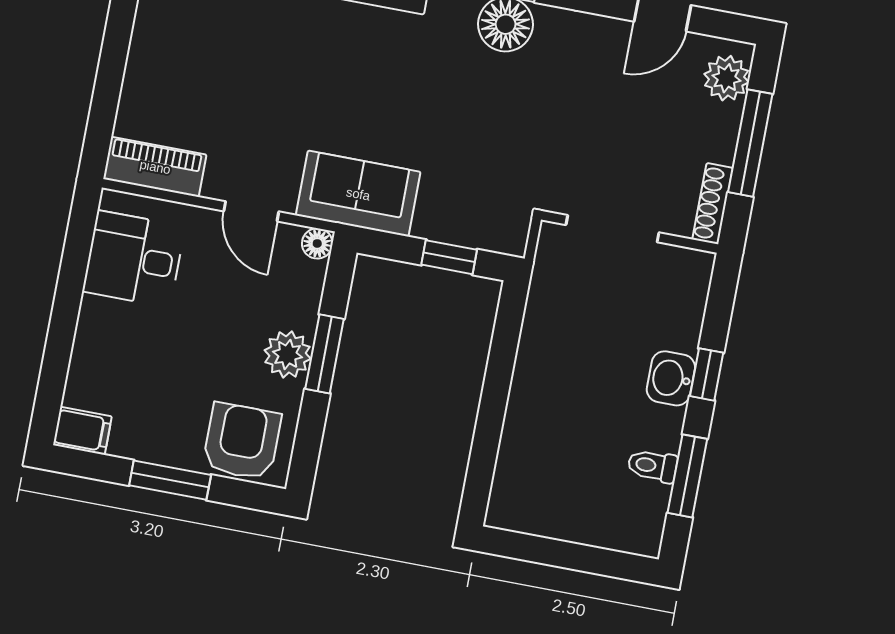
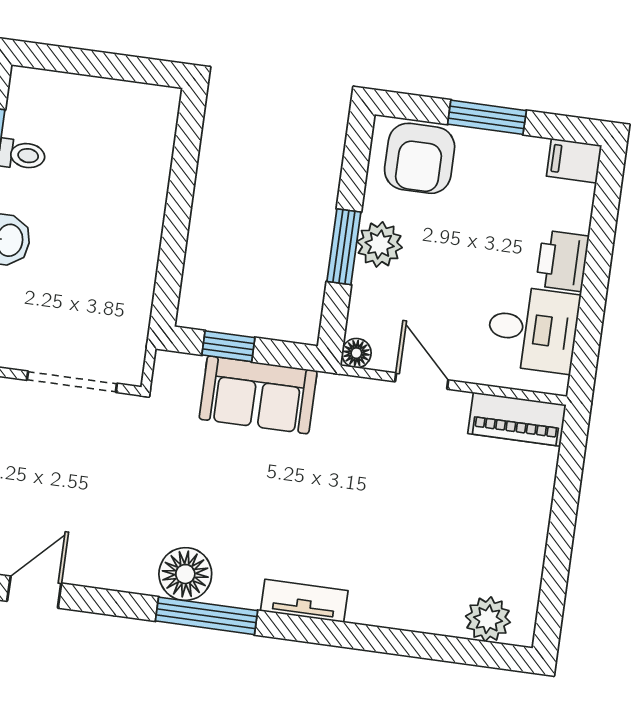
sofa: (358, 194) -> (258, 395), moved
printer: (100, 328) -> (562, 261), added

